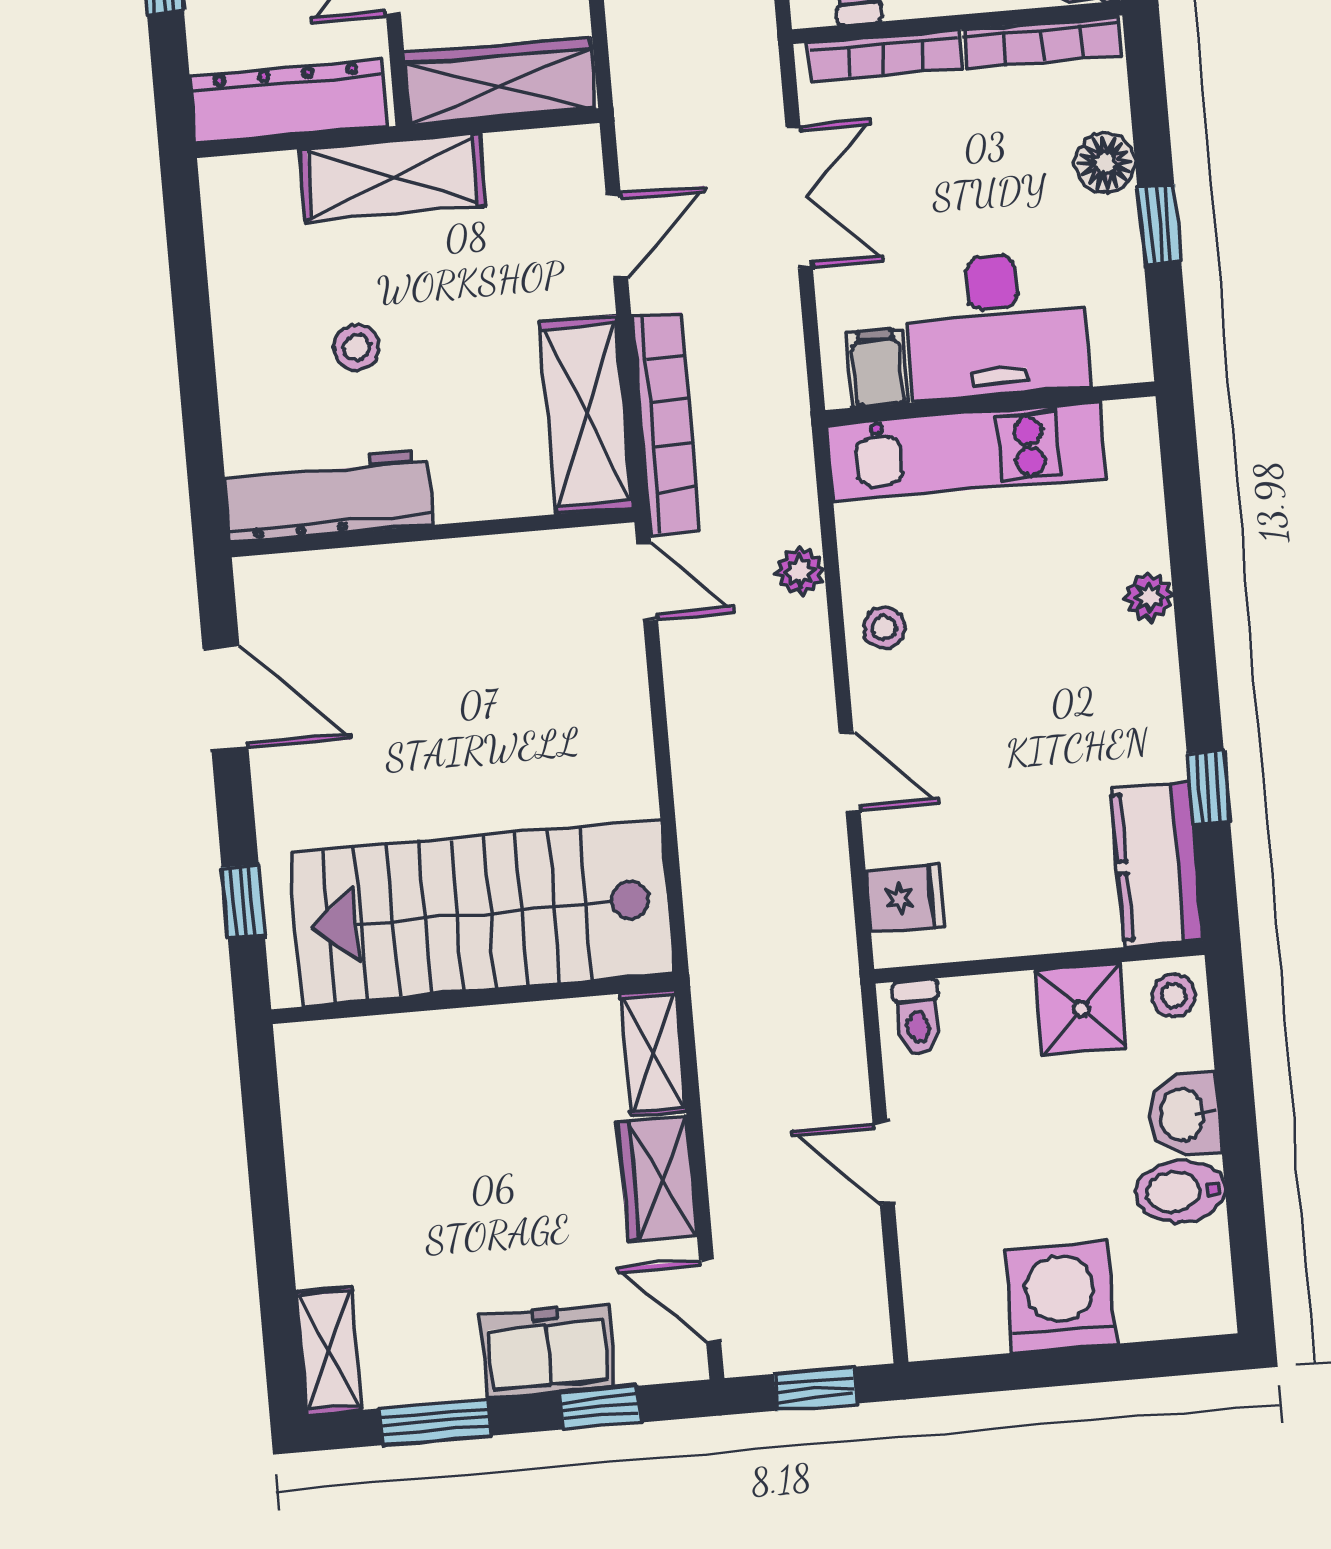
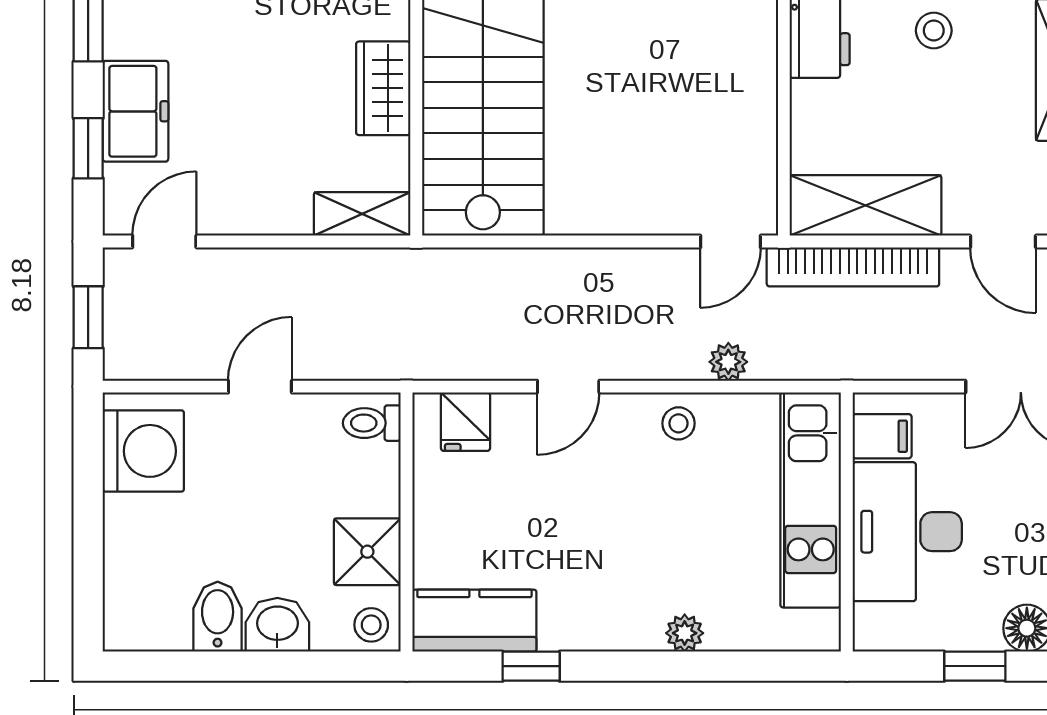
wardrobe: (657, 1179) -> (383, 88), moved, turned -90
washing machine: (1060, 1297) -> (143, 451), moved

